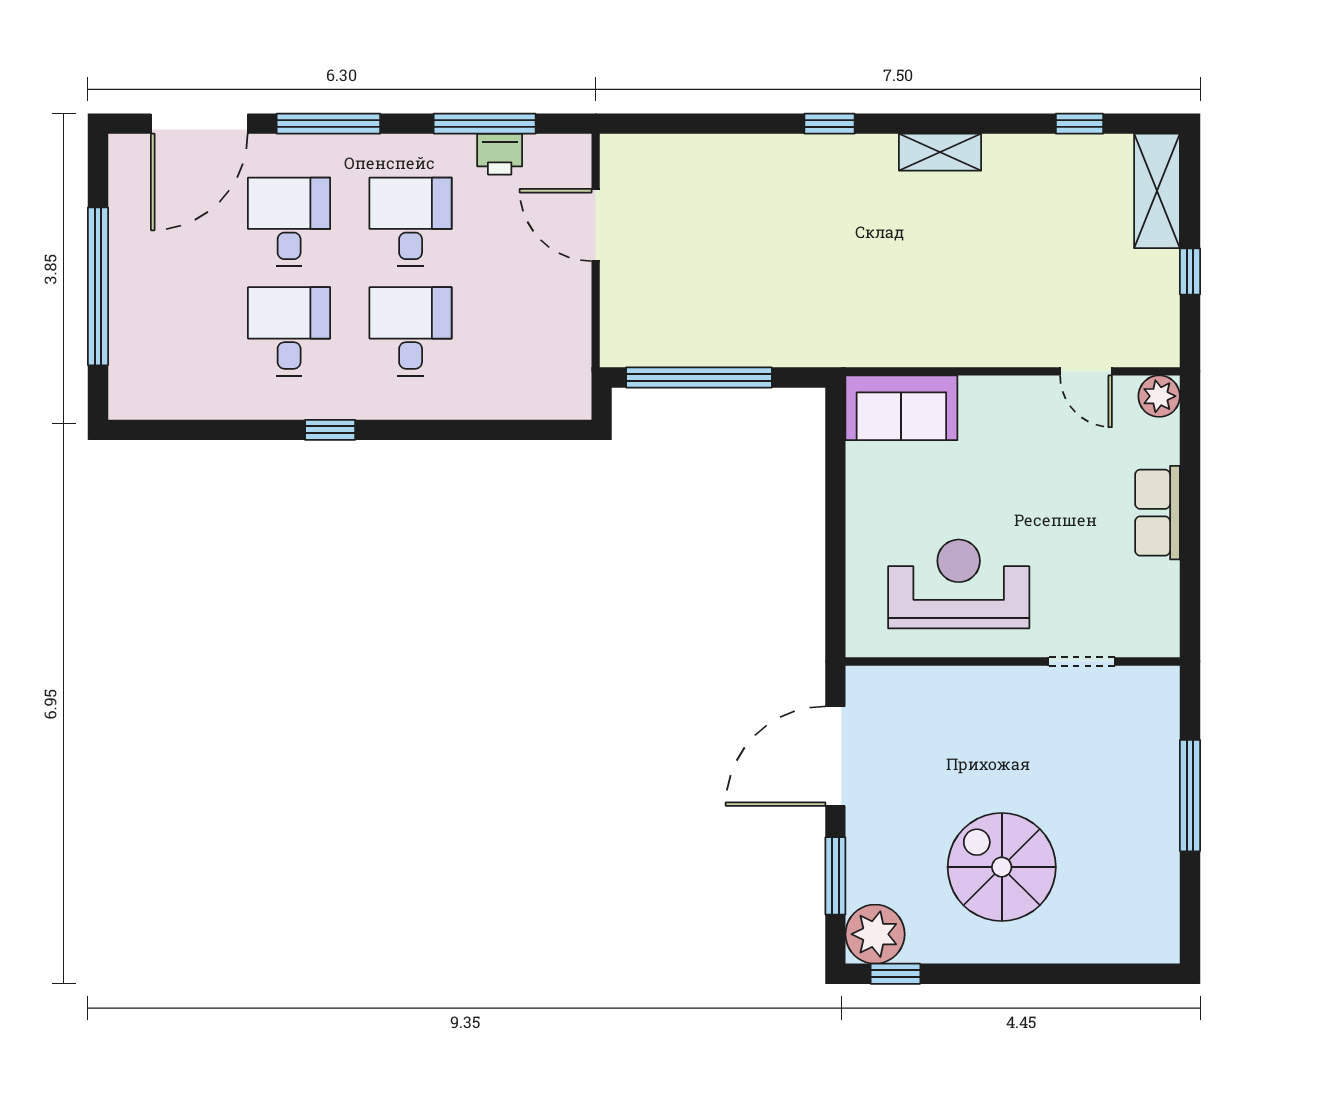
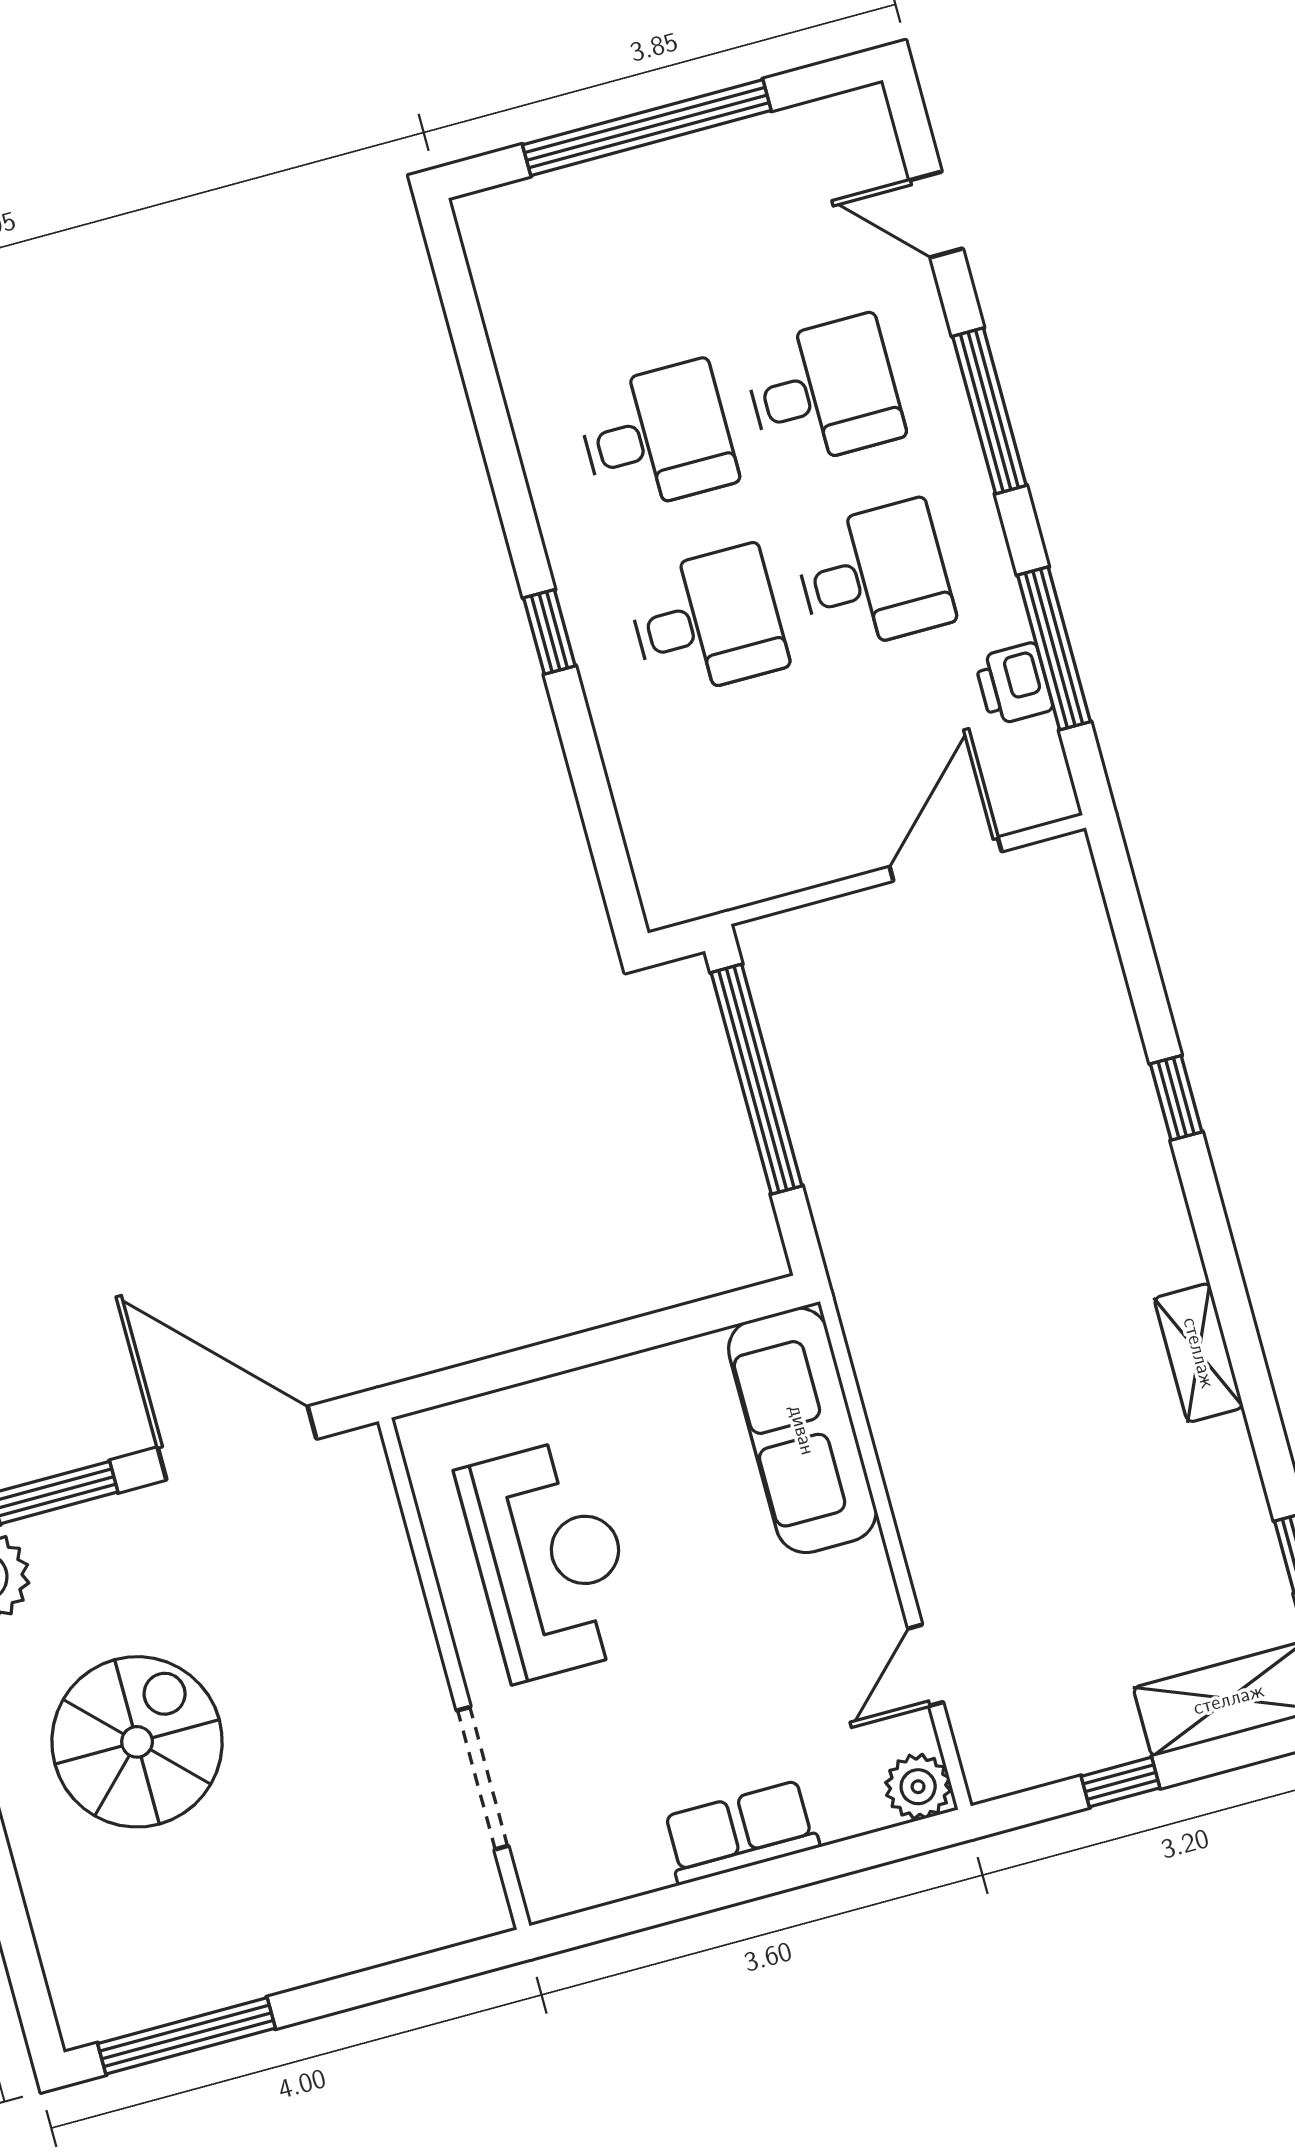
door: (199, 124) -> (936, 214), width x0.53
window: (829, 124) -> (1176, 1098), moved
sofa: (901, 408) -> (802, 1430), width x1.36
window: (330, 430) -> (549, 632), moved
doorway: (1081, 662) -> (483, 1778), width x1.38
window: (1190, 796) -> (186, 2036), moved

